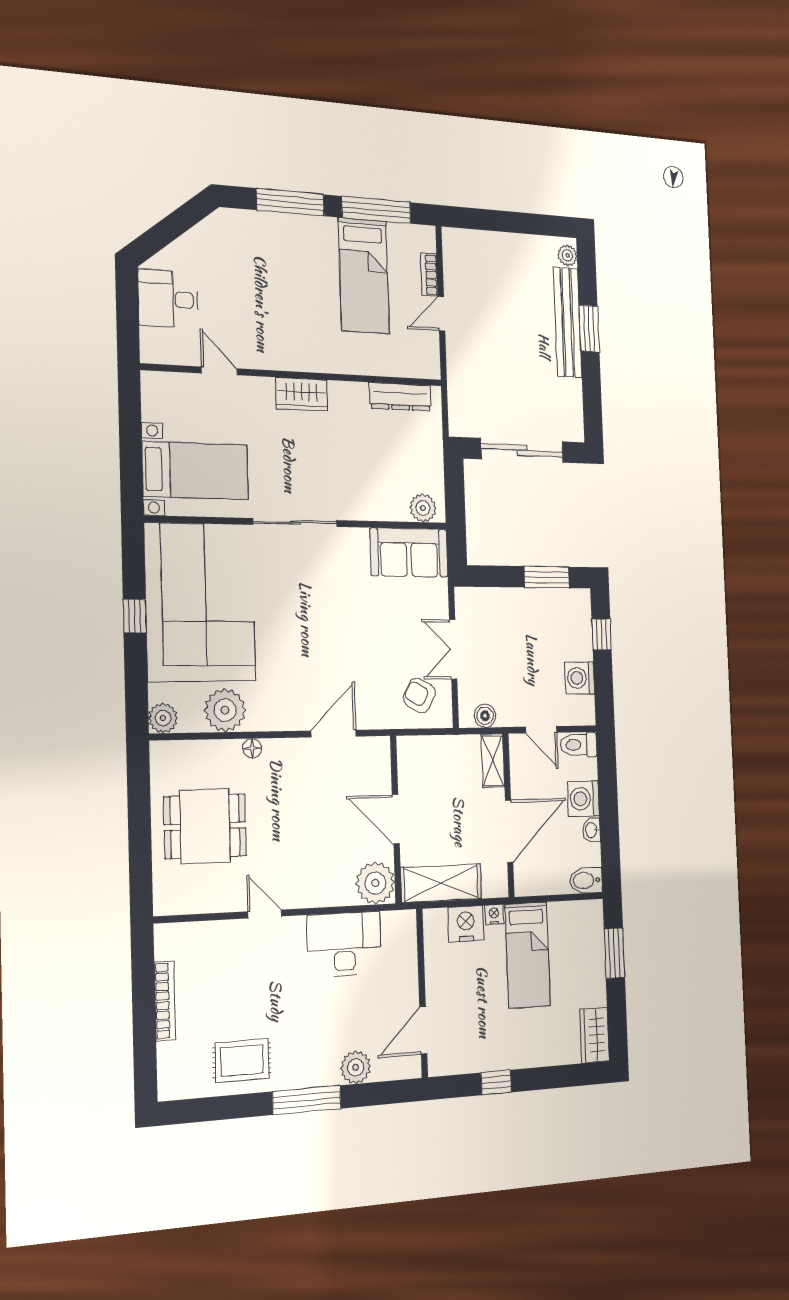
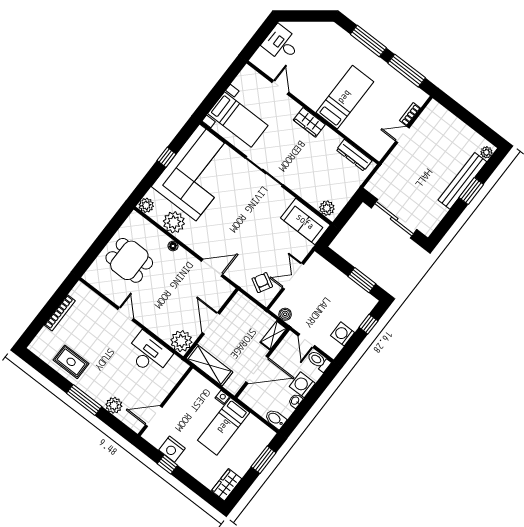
bed: (364, 276) -> (345, 97), moved, turned 180
nightstand: (466, 924) -> (172, 449), moved, turned 180

